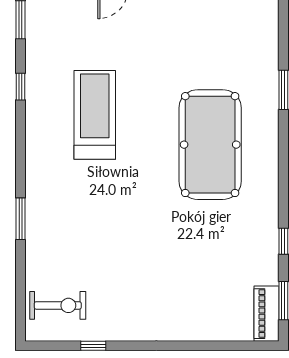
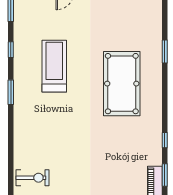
window: (20, 219) -> (11, 92), moved

